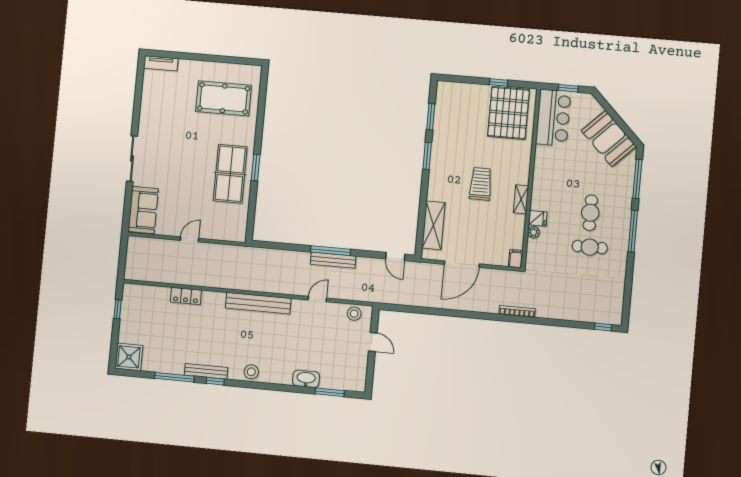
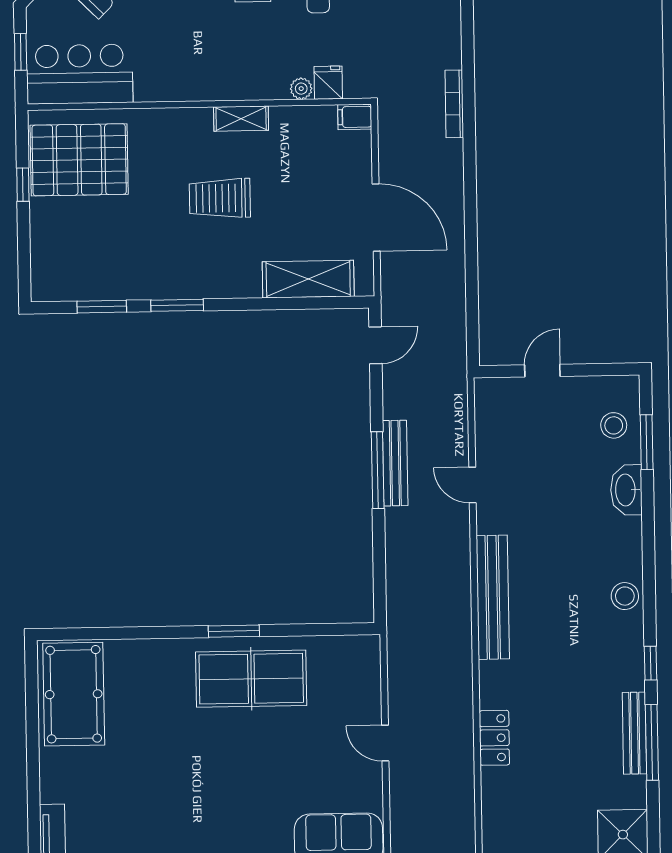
pool table: (224, 98) -> (74, 694), moved
fridge: (538, 218) -> (328, 83), moved
stool: (354, 314) -> (614, 425), moved
bench: (206, 371) -> (634, 733), moved

